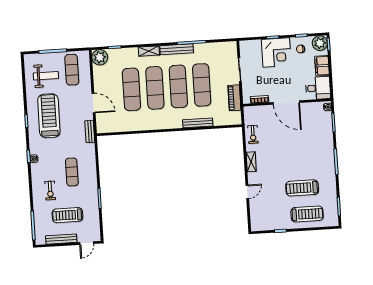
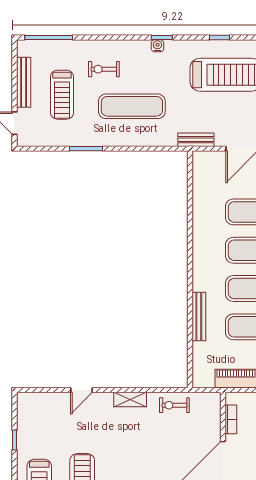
exercise mat: (72, 172) -> (132, 106), width x1.36, depth x1.45
door: (247, 192) -> (82, 390), hinge flipped
treadmill: (67, 215) -> (62, 95), turned 180

